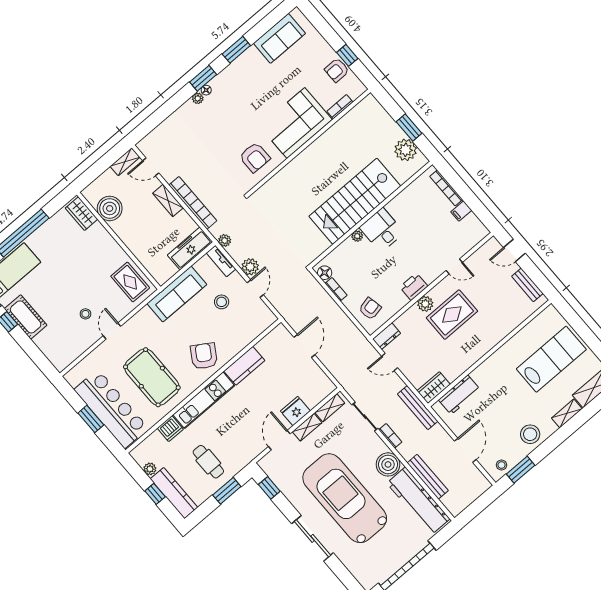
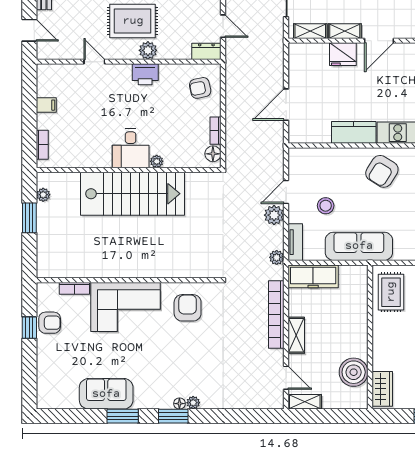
sofa: (279, 38) -> (106, 394), moved
plant: (406, 150) -> (43, 195), width x0.53, depth x0.53
bookcase: (446, 188) -> (42, 145), width x0.64

